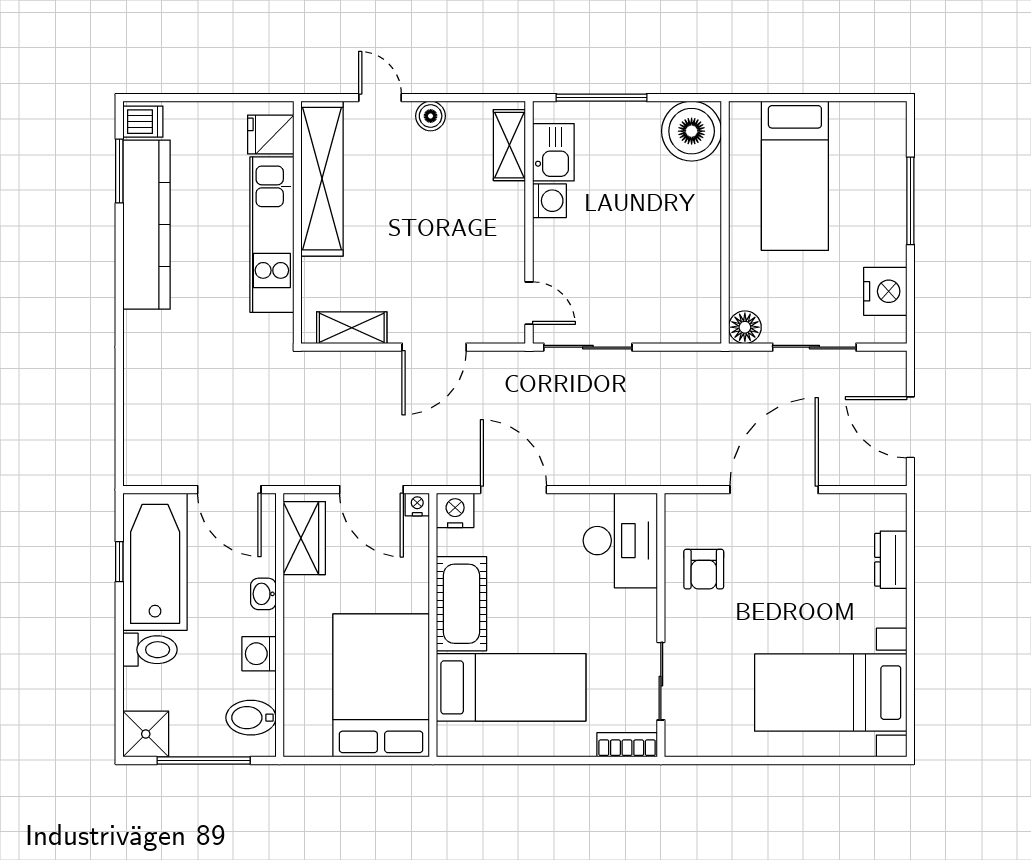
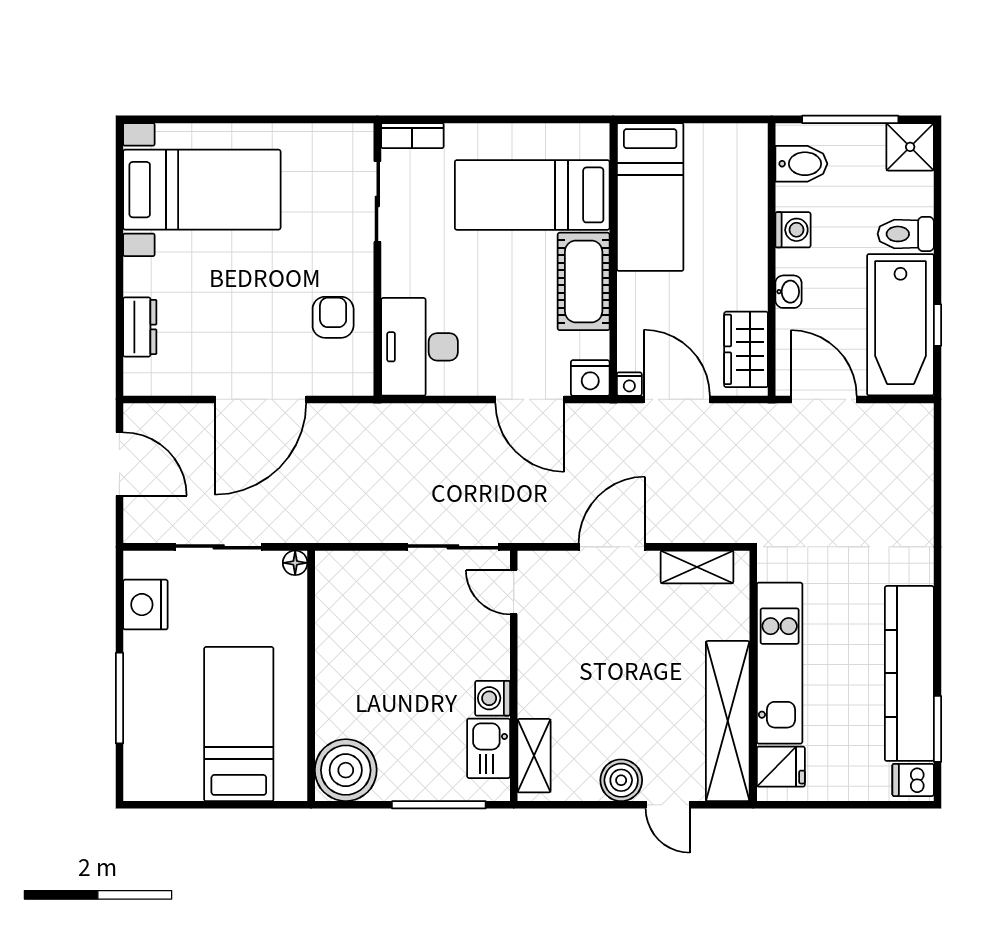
boiler: (431, 116) -> (621, 780), width x1.36, depth x1.36
floor lamp: (745, 327) -> (295, 563), width x0.73, depth x0.73
bed: (381, 685) -> (650, 197), width x0.67

